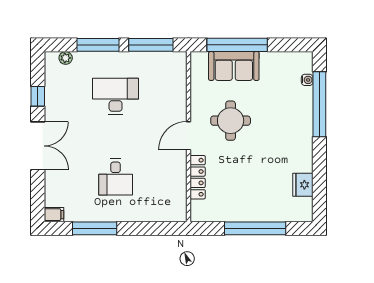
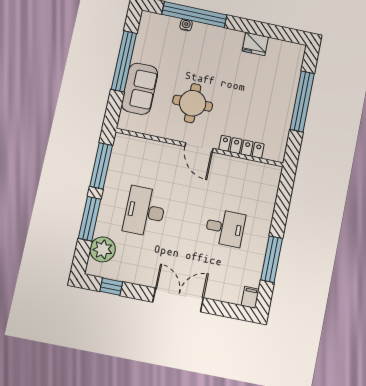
window: (237, 45) -> (124, 61), moved
plant: (66, 58) -> (103, 249), width x1.88, depth x1.88
water cooler: (307, 80) -> (186, 25), moved
window: (38, 96) -> (111, 287), moved
fridge: (303, 185) -> (255, 44), moved

